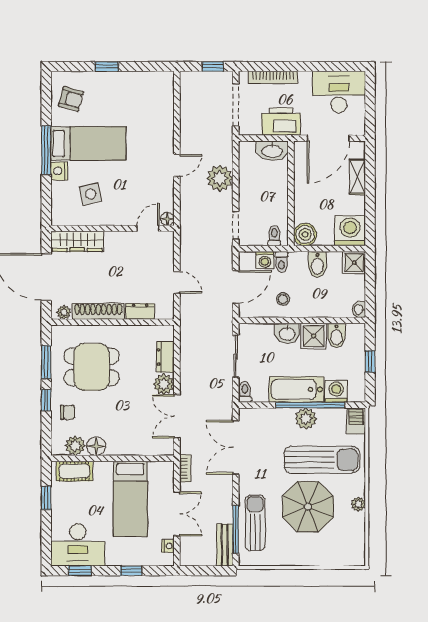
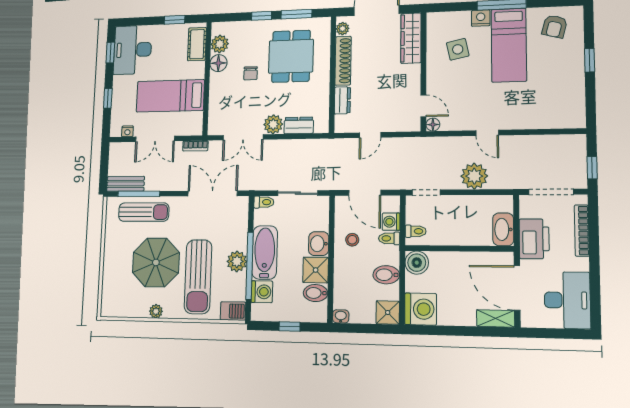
shelving: (357, 177) -> (496, 318), moved
chair: (68, 412) -> (251, 73), moved
double door: (177, 416) -> (243, 137), swing flipped

